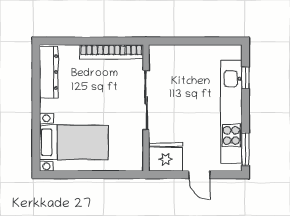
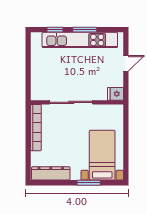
window: (36, 124) -> (89, 183), added
window: (245, 149) -> (85, 30), moved
fridge: (166, 157) -> (115, 94), width x0.53, depth x0.75

